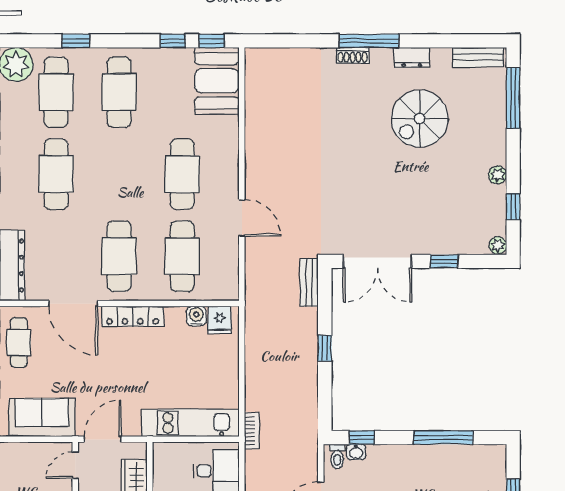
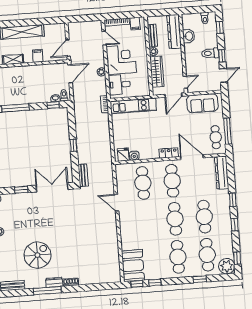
window: (369, 41) -> (47, 291), moved
dresser: (412, 57) -> (54, 282), moved
cafe table: (182, 174) -> (175, 219), moved
locker: (133, 316) -> (169, 153), width x0.66

